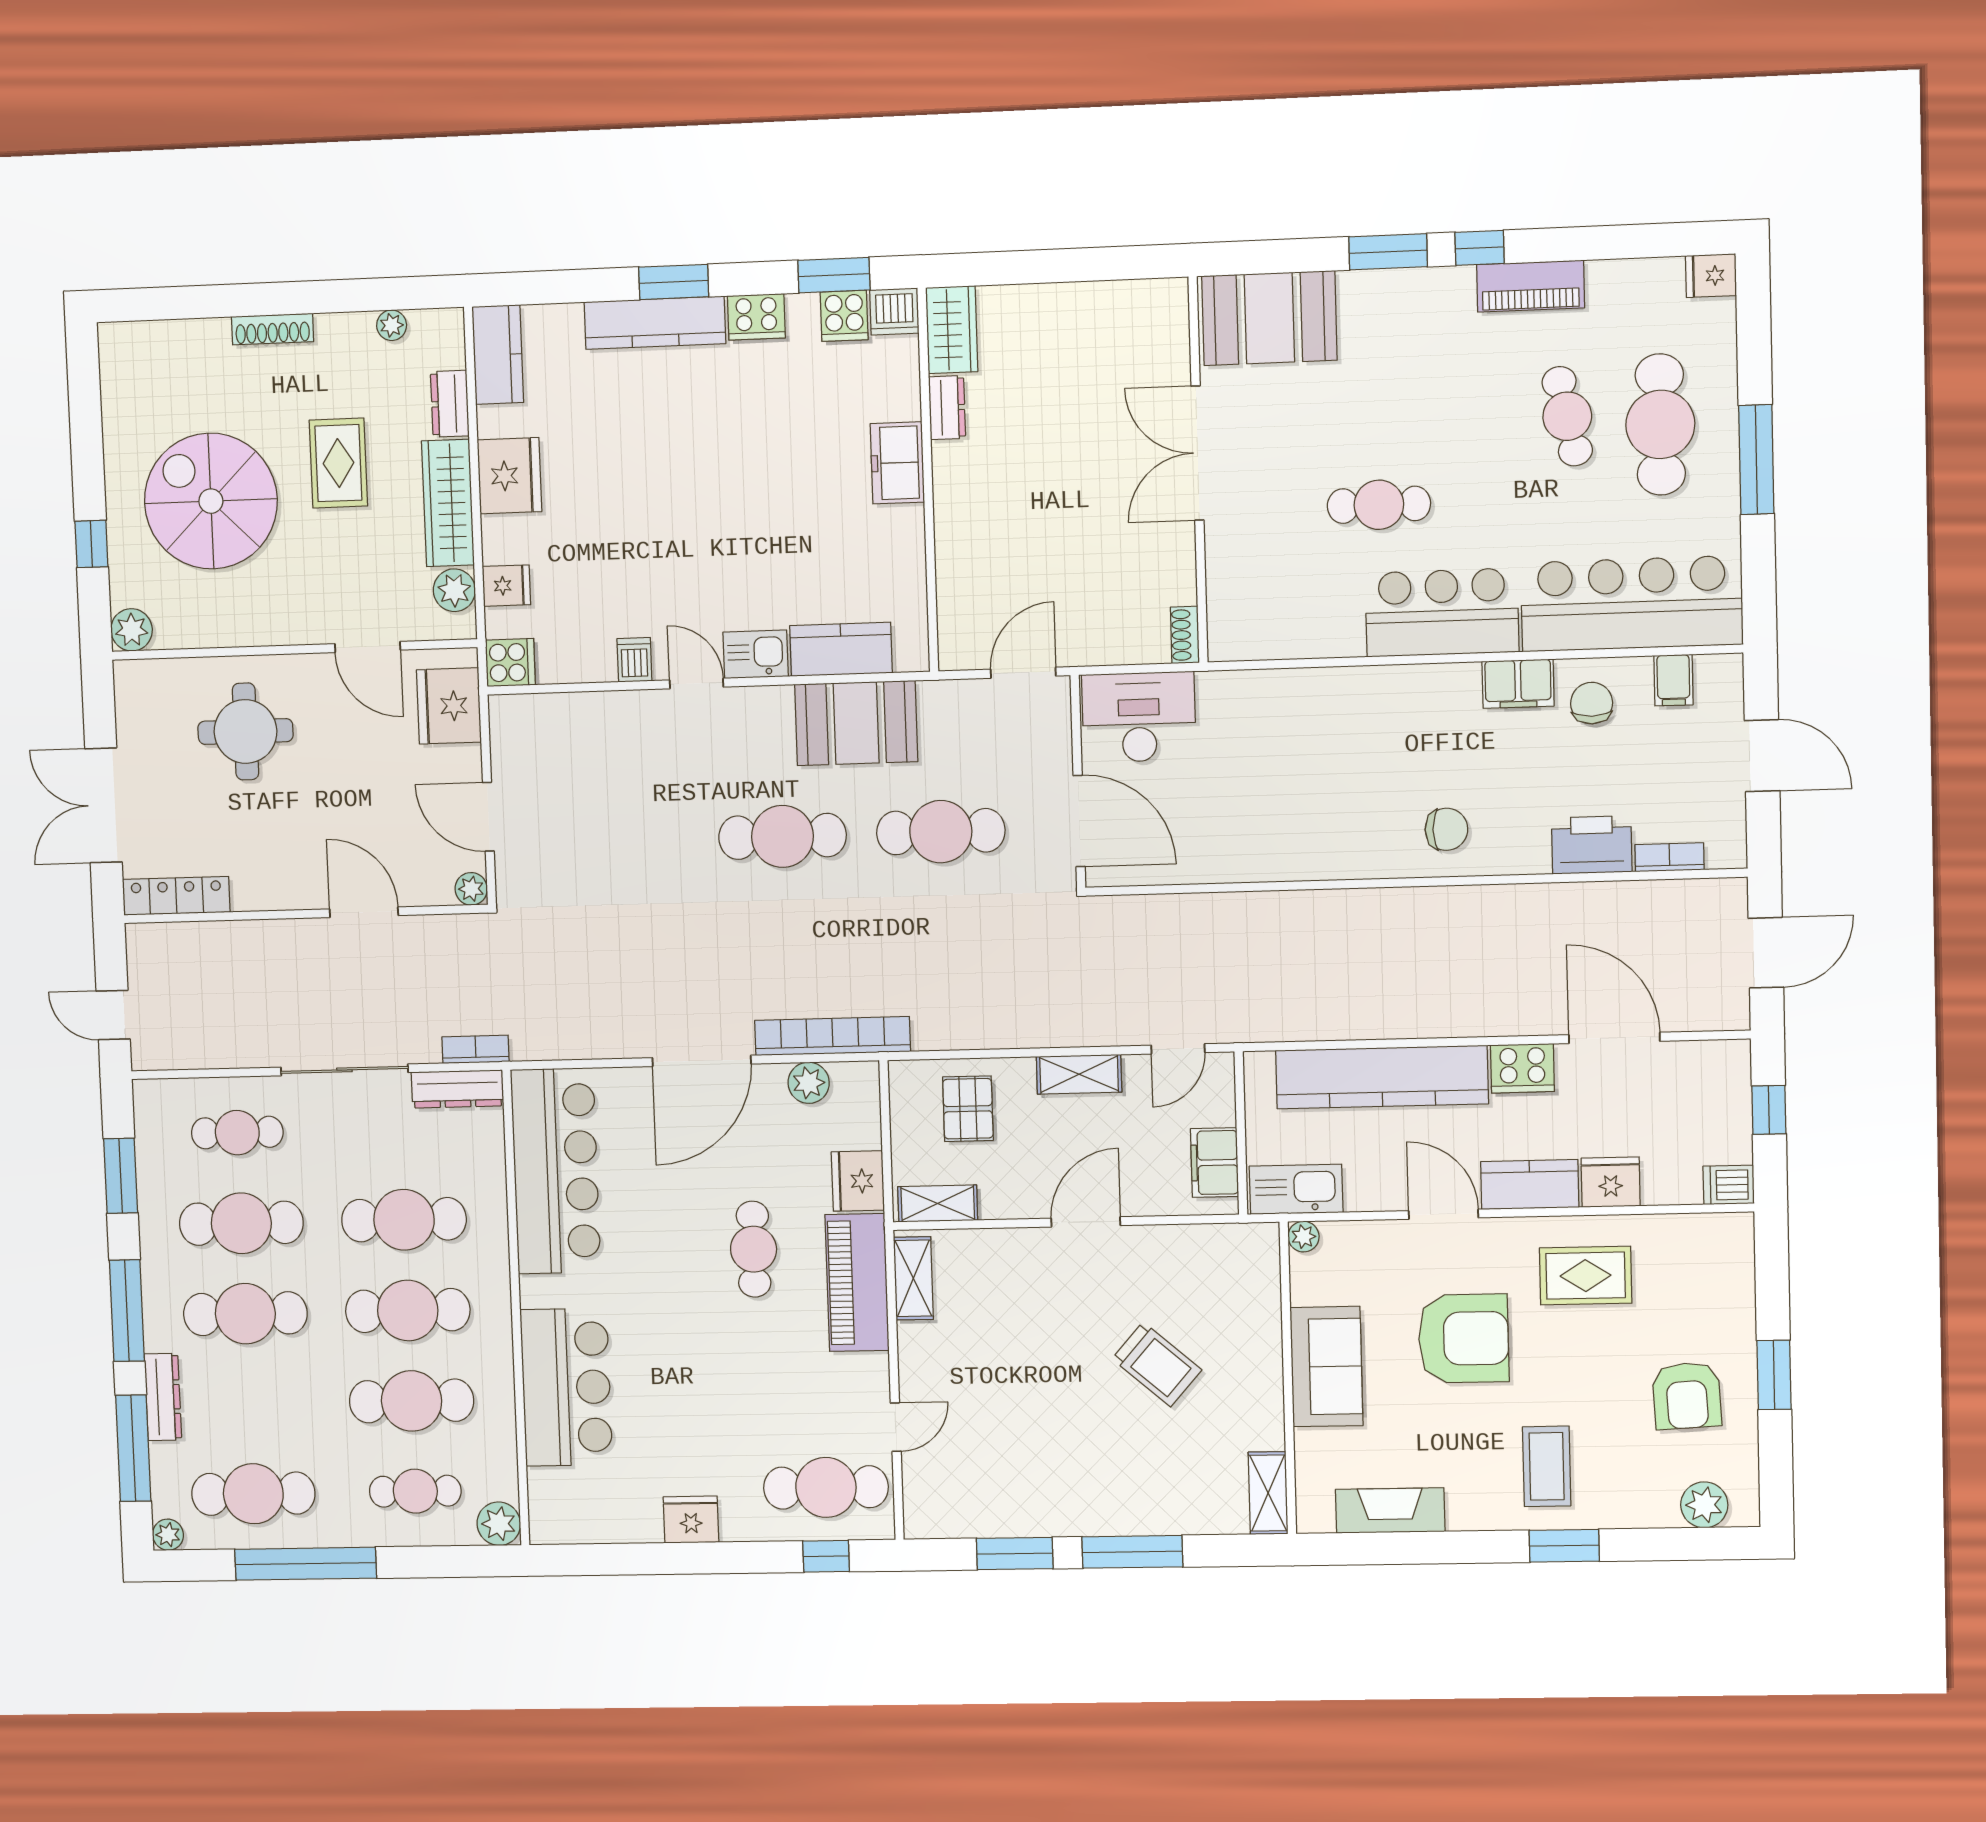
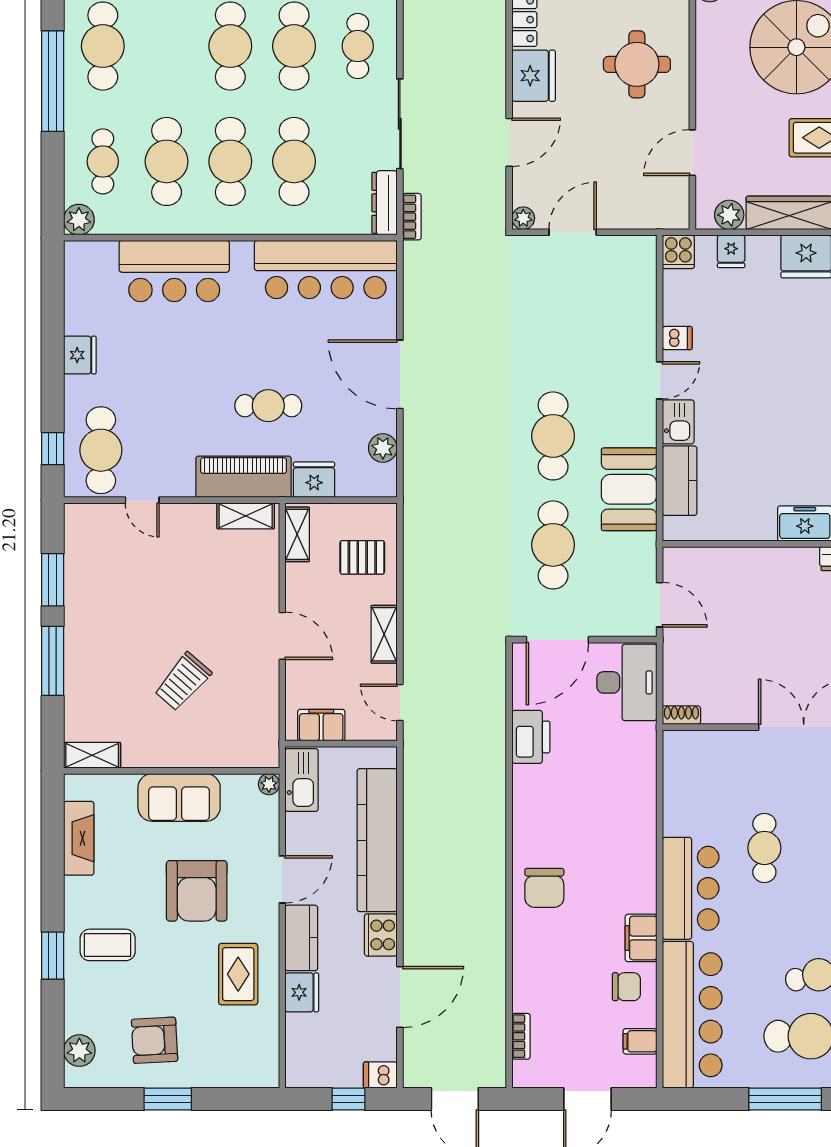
fridge: (449, 706) -> (534, 76), moved, turned 90
chair: (1446, 829) -> (544, 888), width x1.37, depth x1.37
printer: (1592, 845) -> (531, 737), moved
bookcase: (833, 1036) -> (415, 466), removed
dishwasher: (1729, 1185) -> (380, 1075), moved, turned -90

